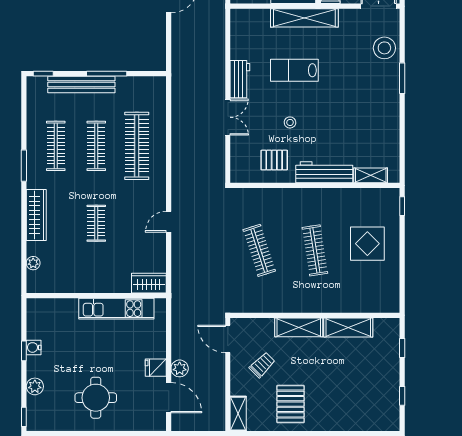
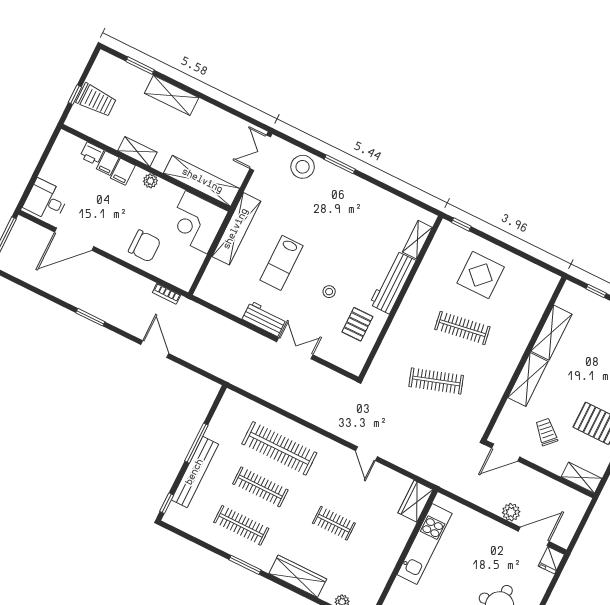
fridge: (156, 368) -> (551, 560), moved

